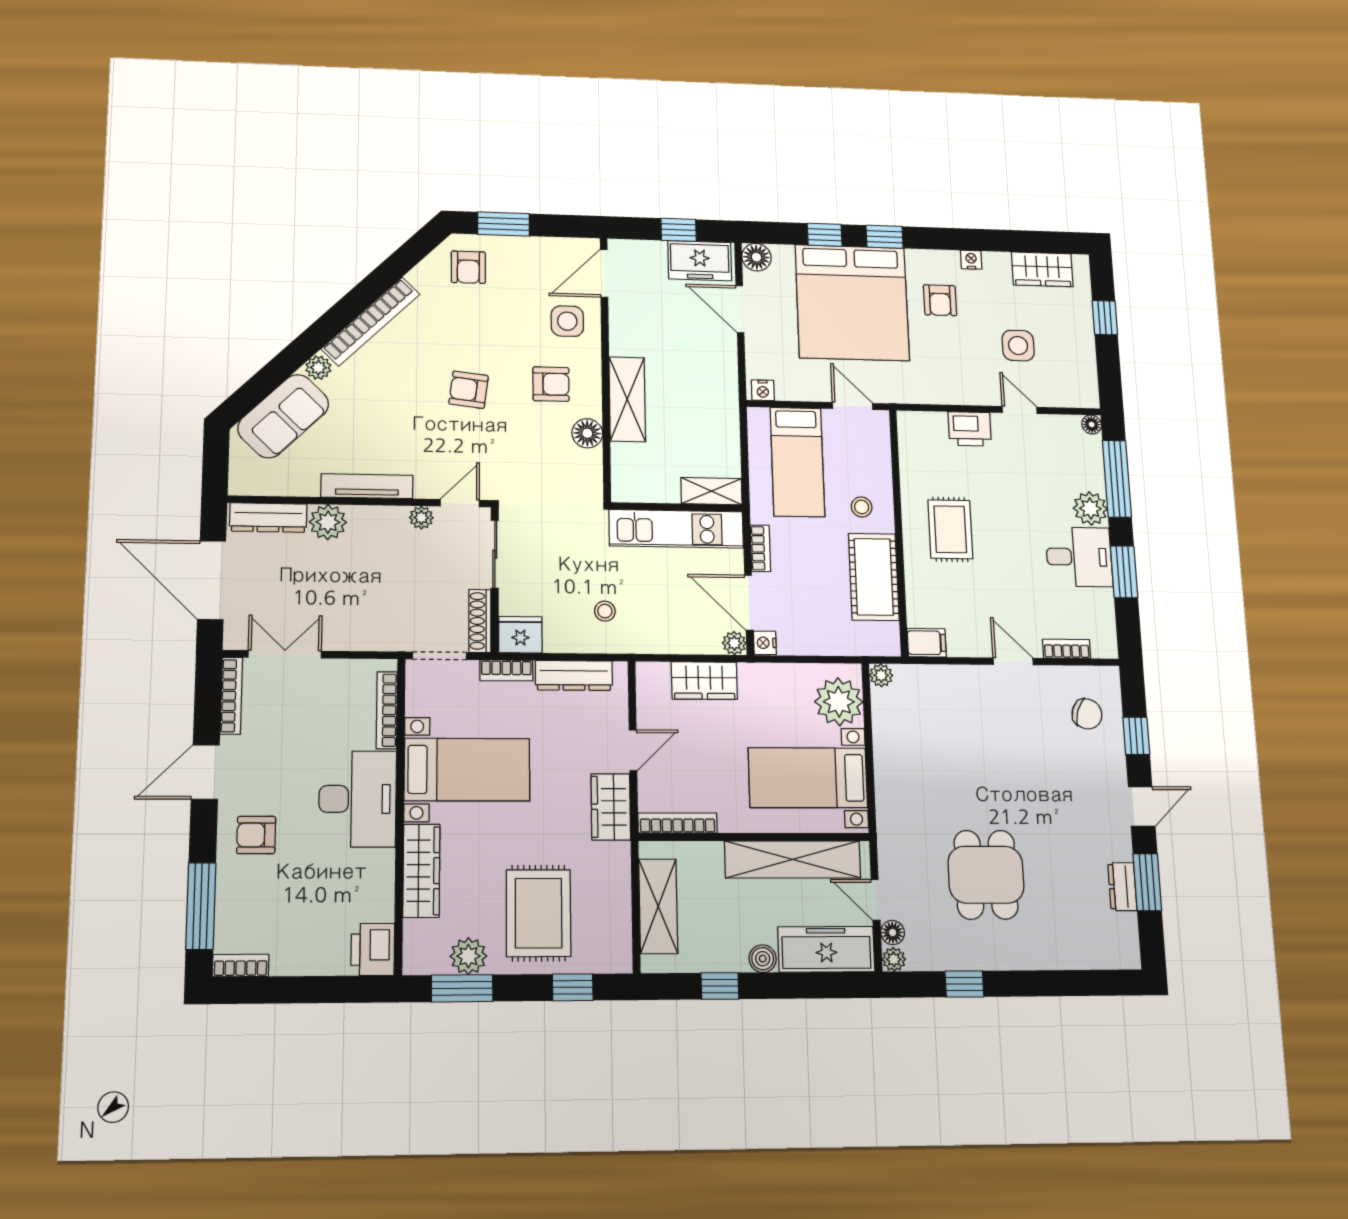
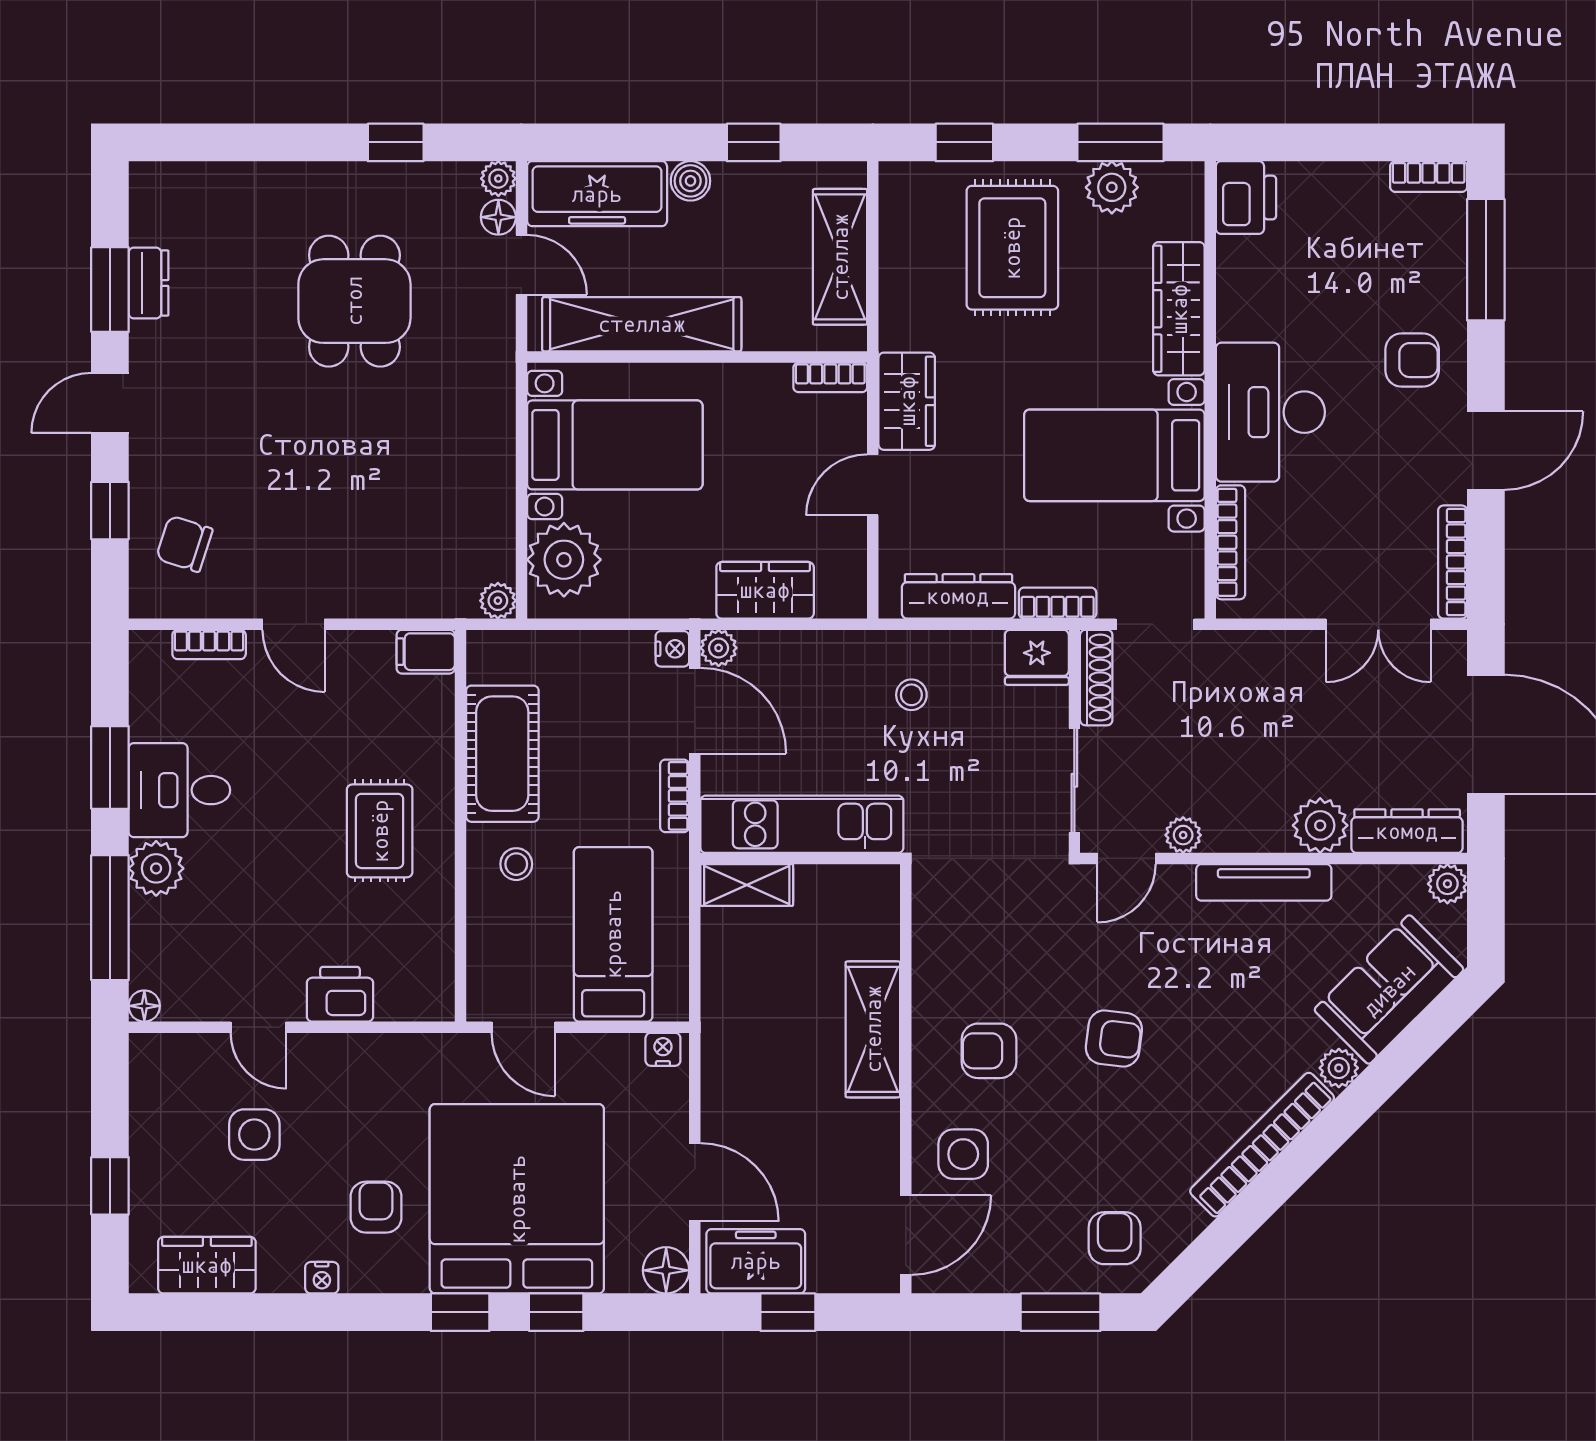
floor lamp: (587, 433) -> (935, 973), removed
plant: (241, 483) -> (1447, 884), added
bookcase: (678, 823) -> (830, 377), width x0.64

